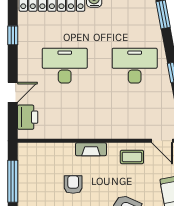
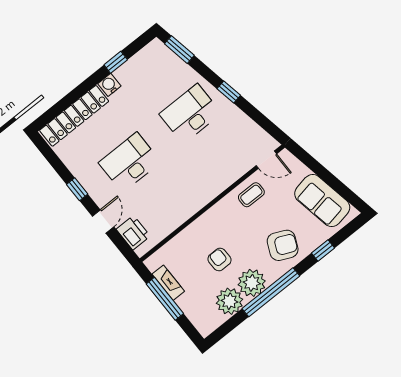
window: (13, 35) -> (77, 189), moved
fireplace: (91, 149) -> (168, 283), moved, turned -90

